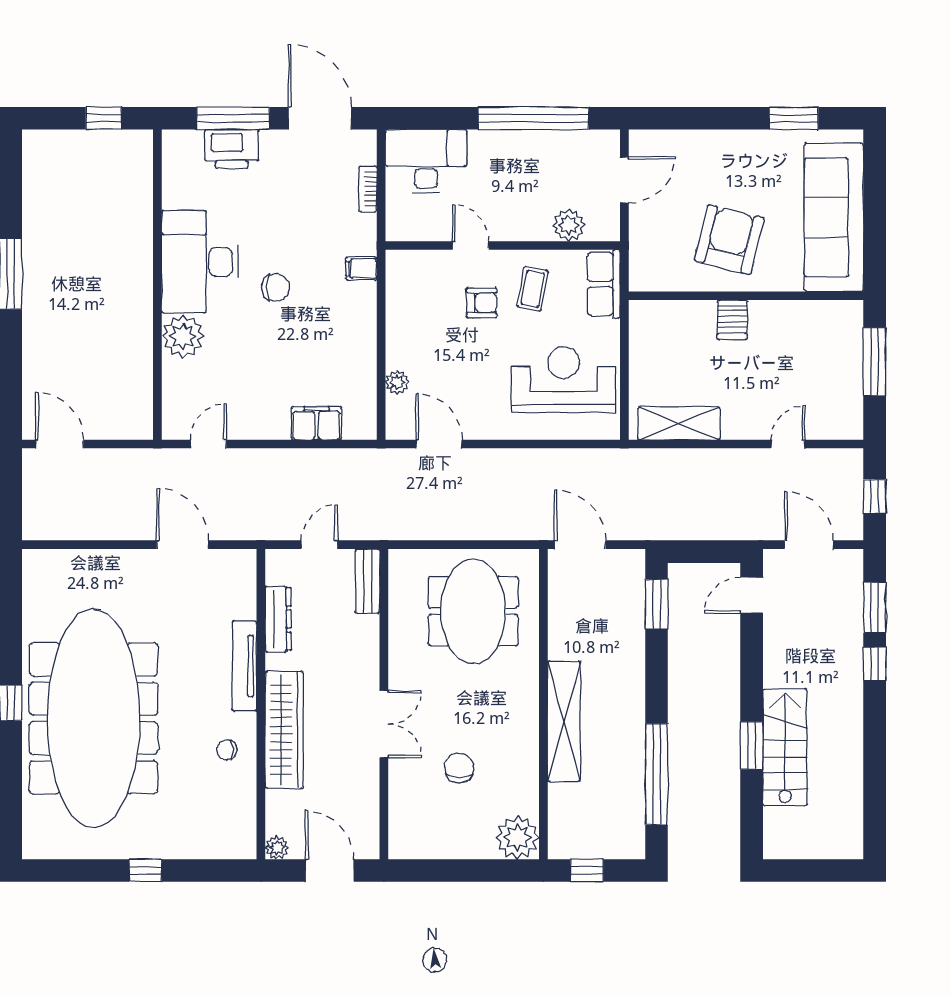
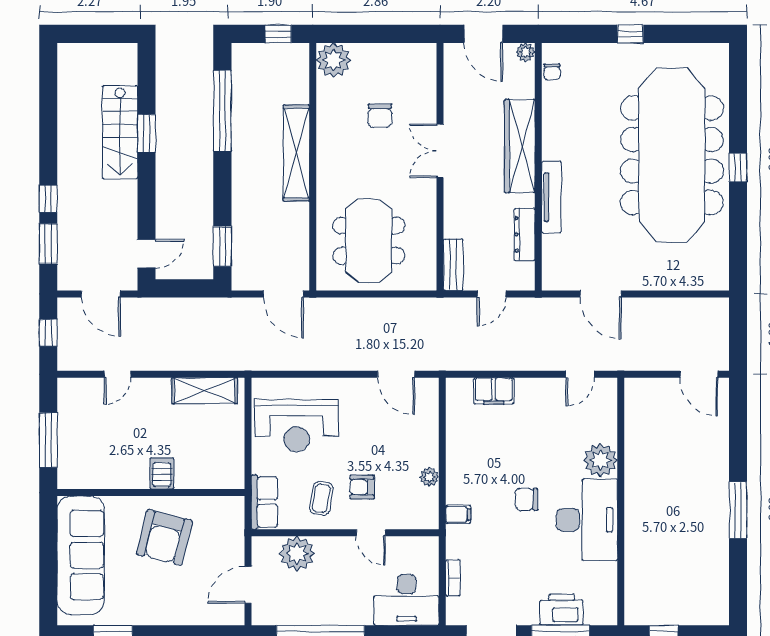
plant: (569, 225) -> (297, 554), width x1.36, depth x1.36
plant: (397, 382) -> (429, 477), moved
chair: (227, 750) -> (552, 72), moved, turned 90

